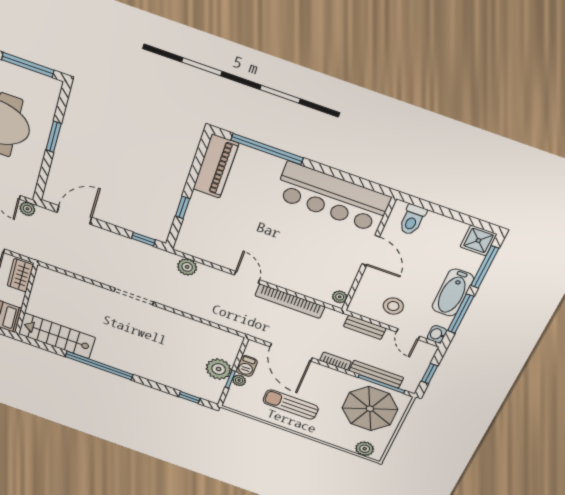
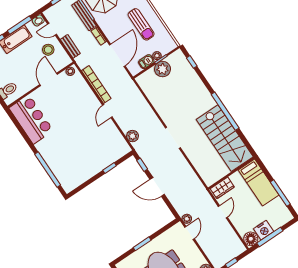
piano: (216, 166) -> (78, 177), removed
bar counter: (332, 197) -> (31, 119), width x0.73
door: (74, 215) -> (157, 187), moved
door: (371, 250) -> (49, 79), moved
door: (408, 334) -> (52, 29), swing flipped
stairs: (57, 336) -> (225, 138), width x1.36, depth x1.51

